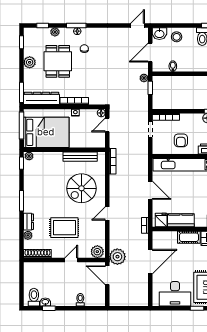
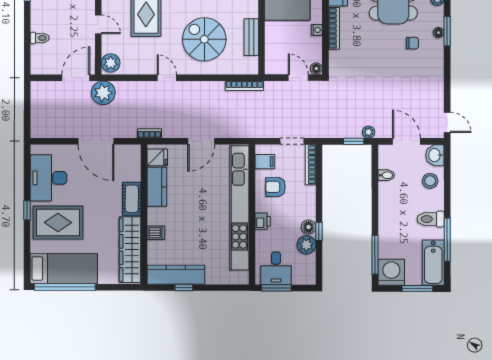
filing cabinet: (164, 147) -> (265, 162), added
bench: (80, 157) -> (251, 37), width x0.73

